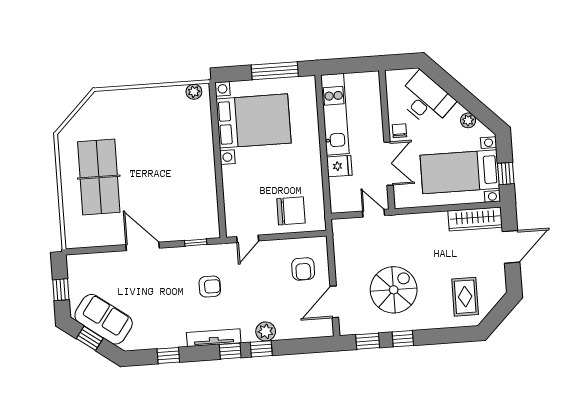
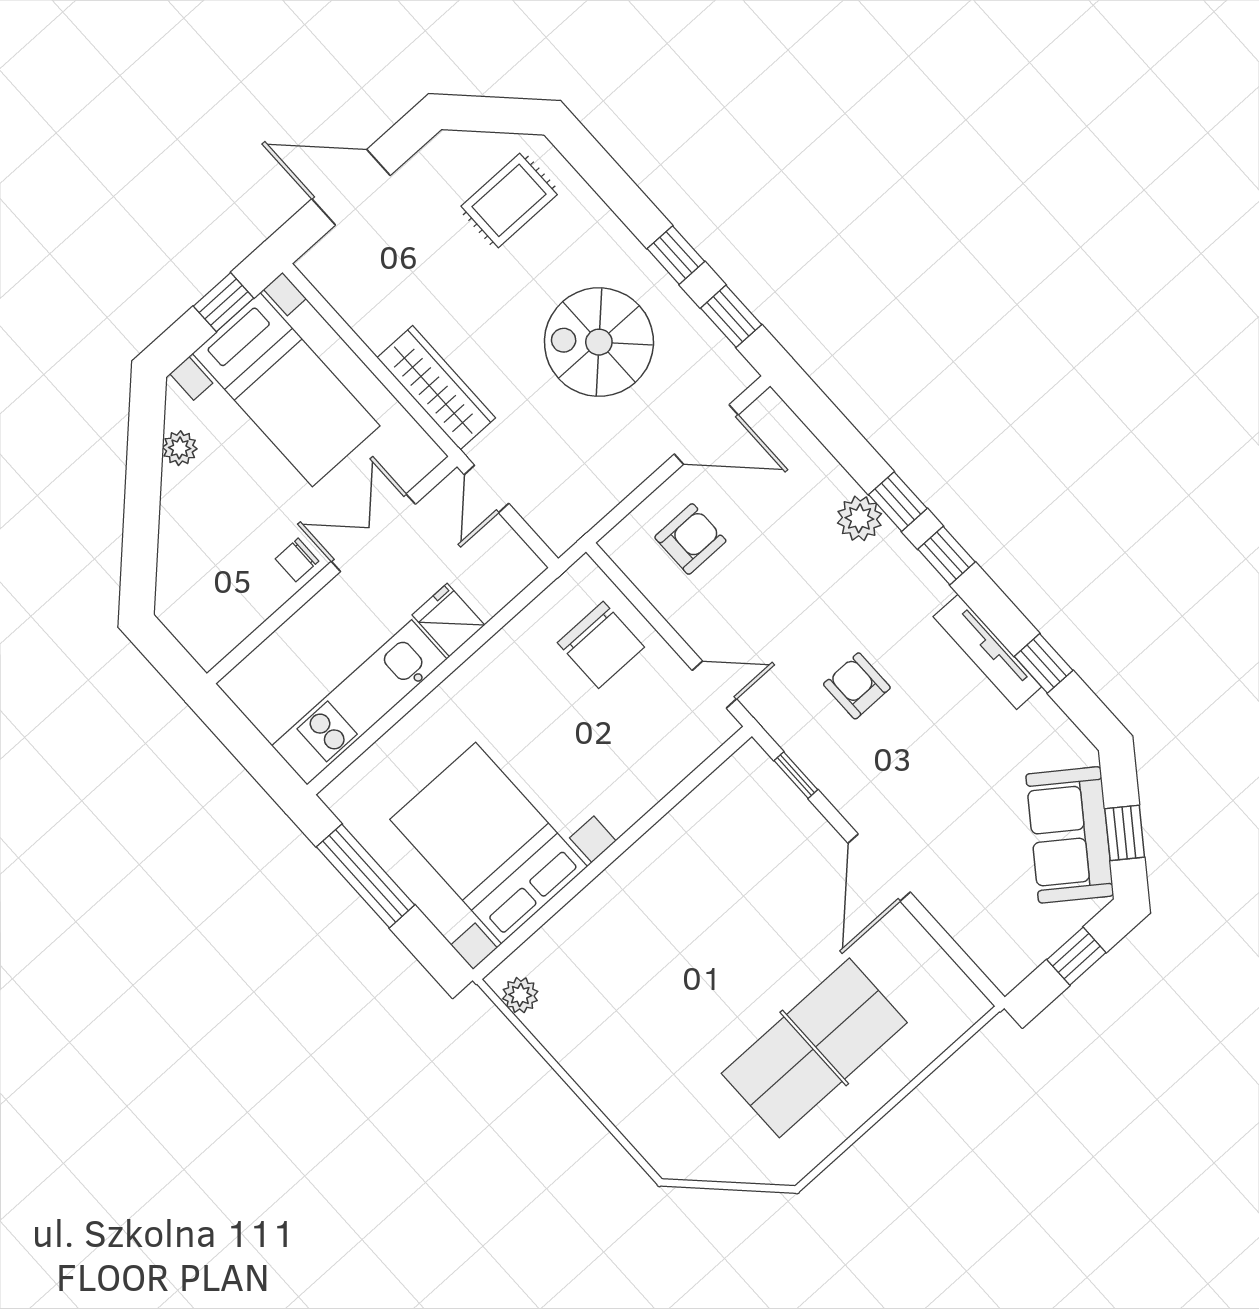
desk: (426, 100) -> (202, 556), removed
chair: (291, 211) -> (601, 645), turned 180
wardrobe: (475, 219) -> (436, 388), moved
tv unit: (214, 338) -> (987, 652), moved

